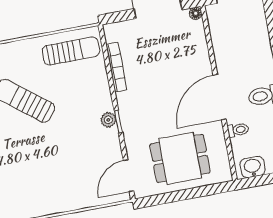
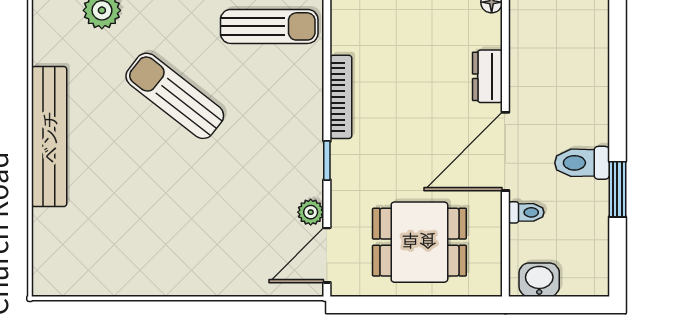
dresser: (201, 56) -> (487, 76), added
bookcase: (116, 67) -> (341, 97), moved
plant: (108, 120) -> (311, 212), moved

